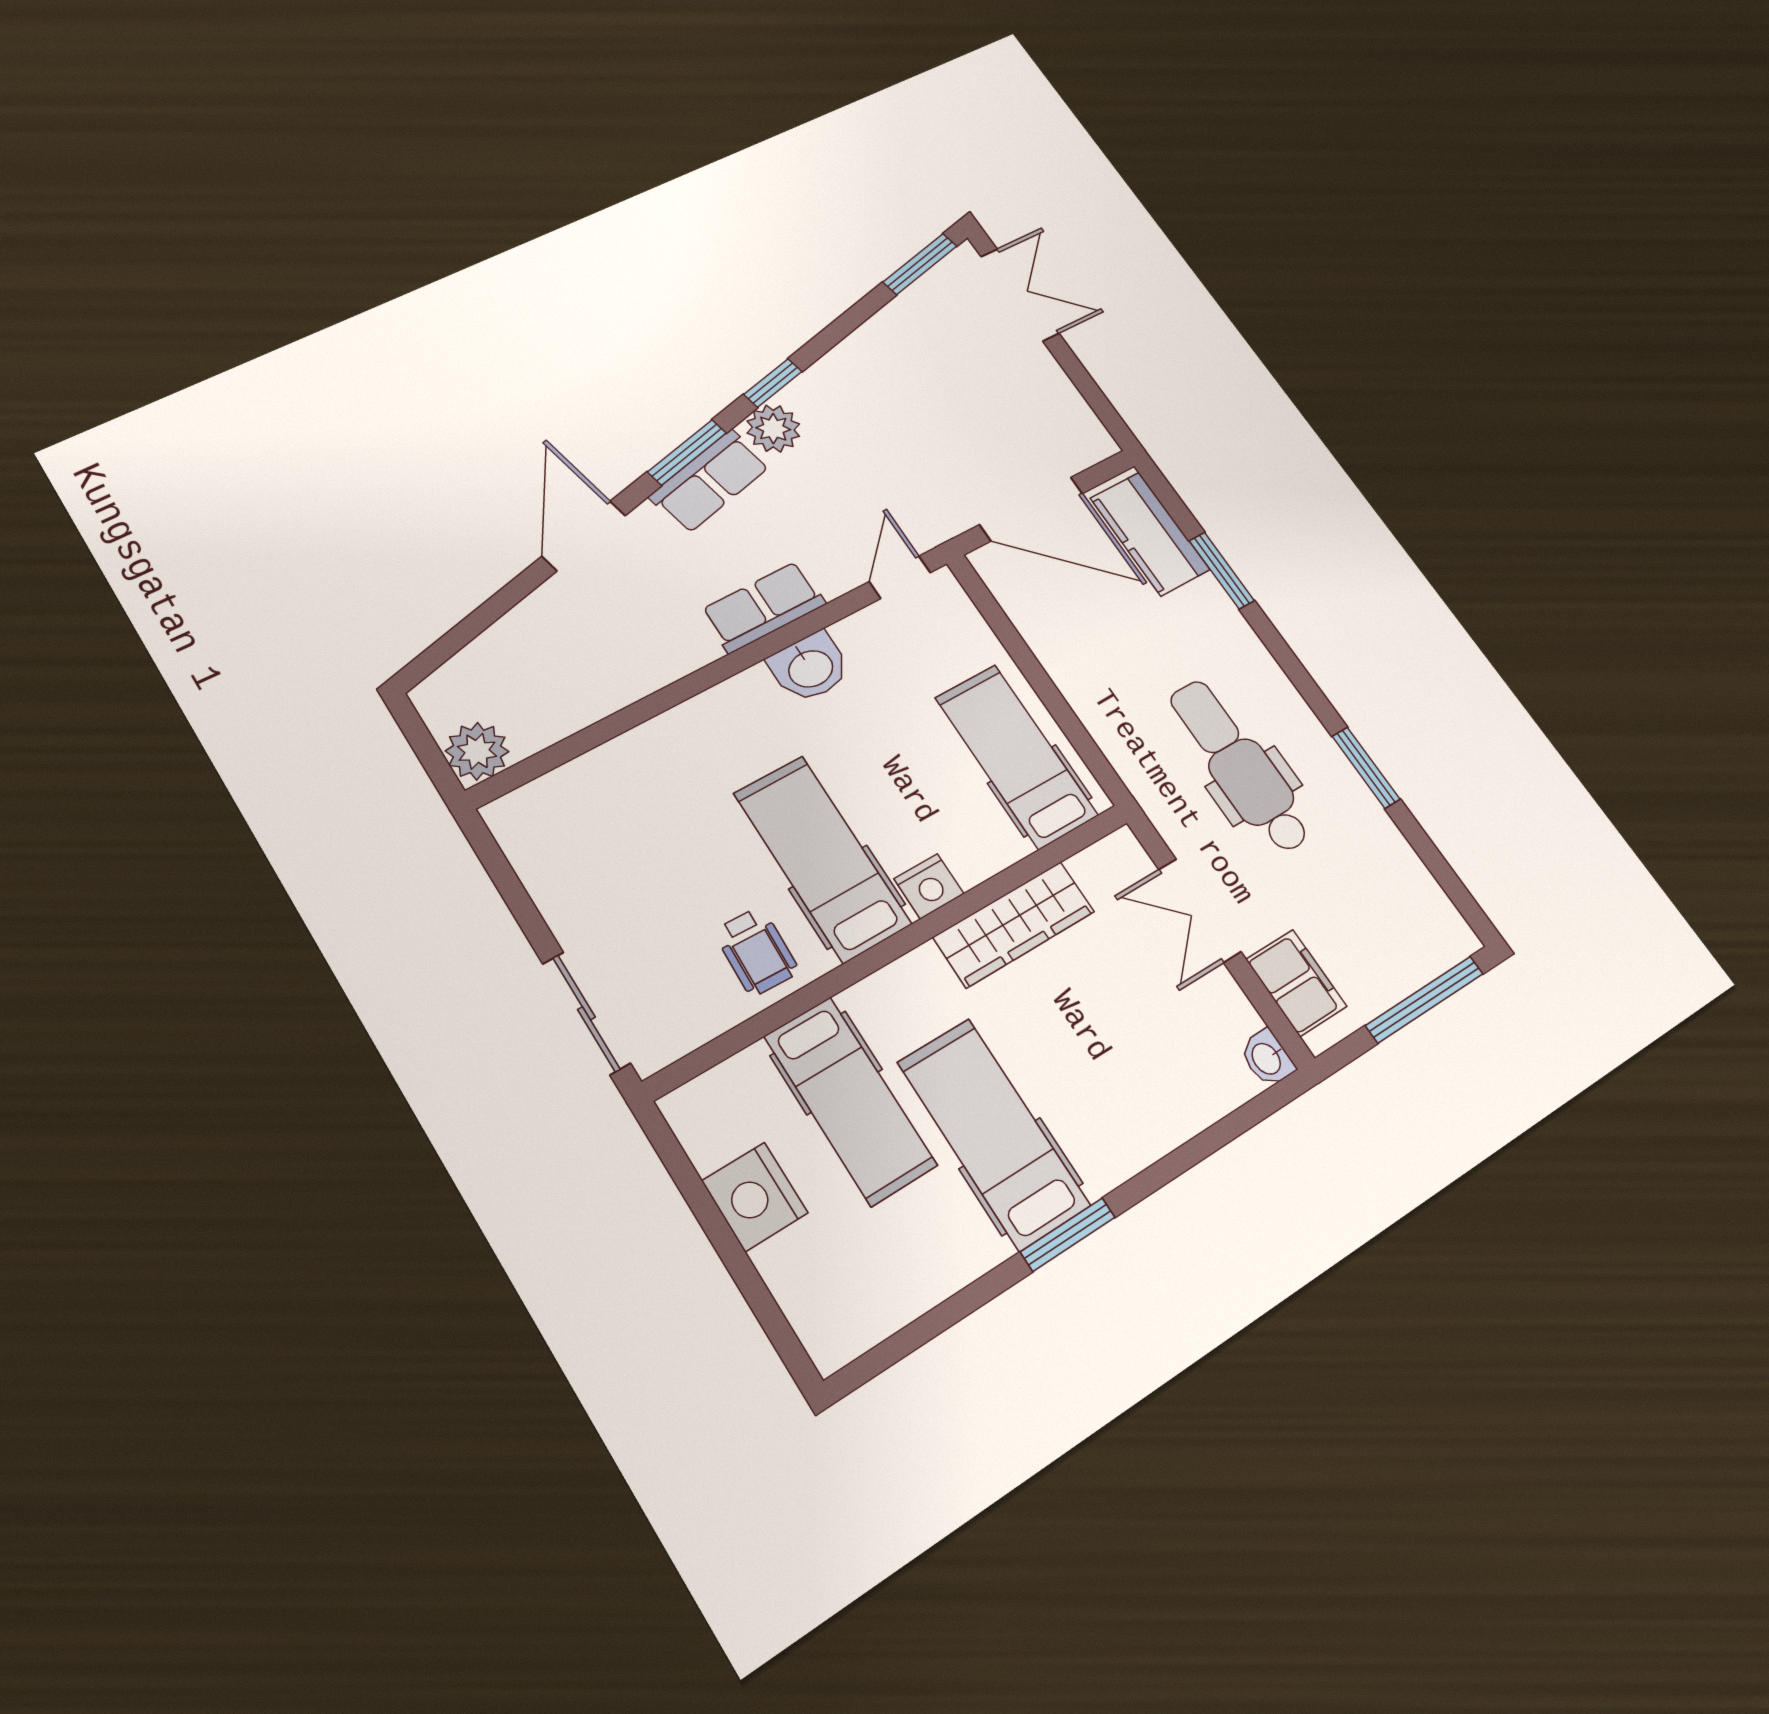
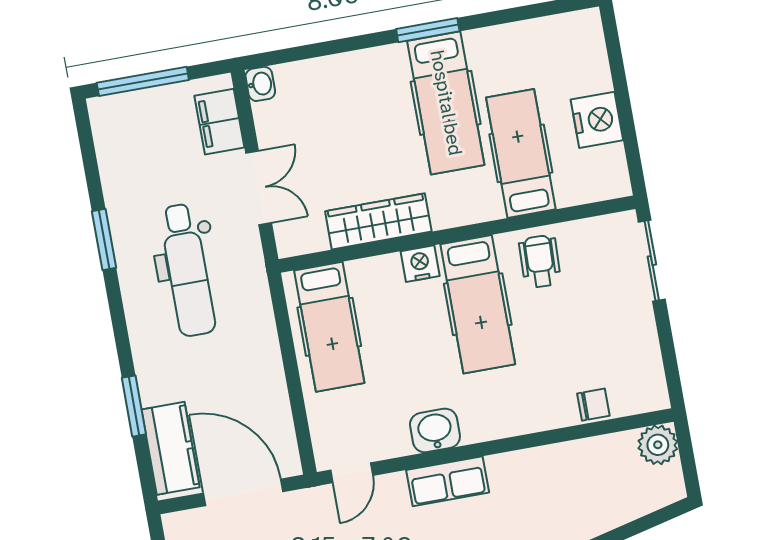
chair: (596, 776) -> (593, 405), added

